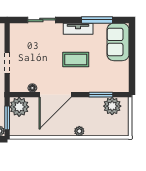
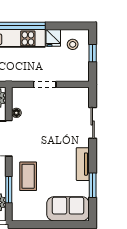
window: (97, 20) -> (93, 185), width x0.69
coffee table: (76, 59) -> (28, 176), moved

